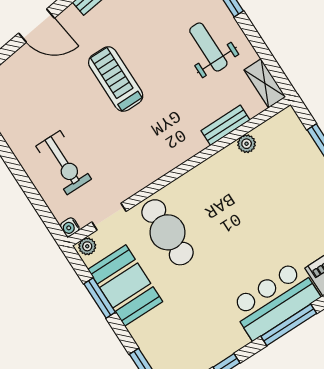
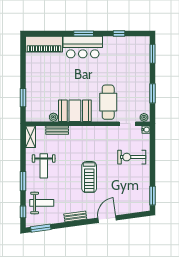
door: (36, 26) -> (107, 219), hinge flipped
exercise bike: (64, 163) -> (132, 157), turned -90
booth: (125, 285) -> (75, 111), moved, turned 90
window: (289, 325) -> (84, 34), width x0.69

